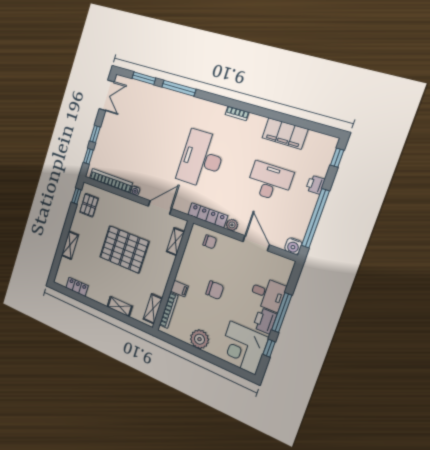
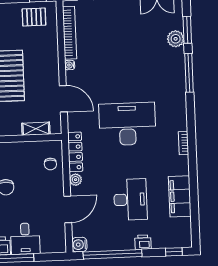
plant: (147, 91) -> (176, 39), added

